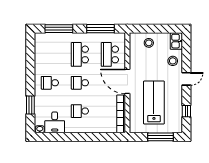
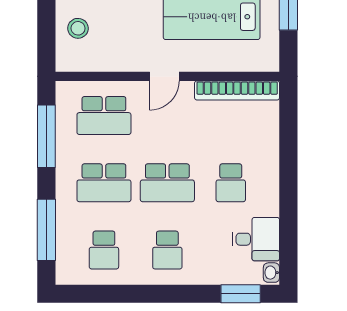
school desk: (50, 54) -> (104, 250), added
door: (127, 81) -> (164, 76), width x0.53
school desk: (80, 83) -> (167, 183), width x1.85
window: (30, 105) -> (241, 294), moved

